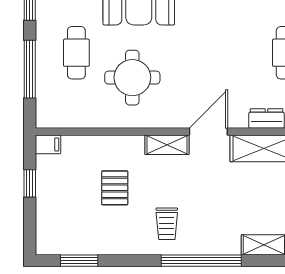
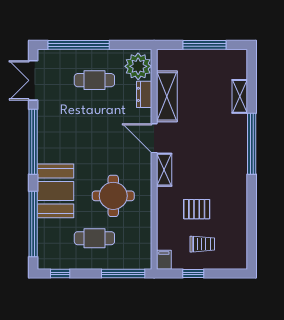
window: (30, 69) -> (123, 274), moved
trolley: (167, 224) -> (202, 244), moved
window: (79, 261) -> (252, 236), removed

